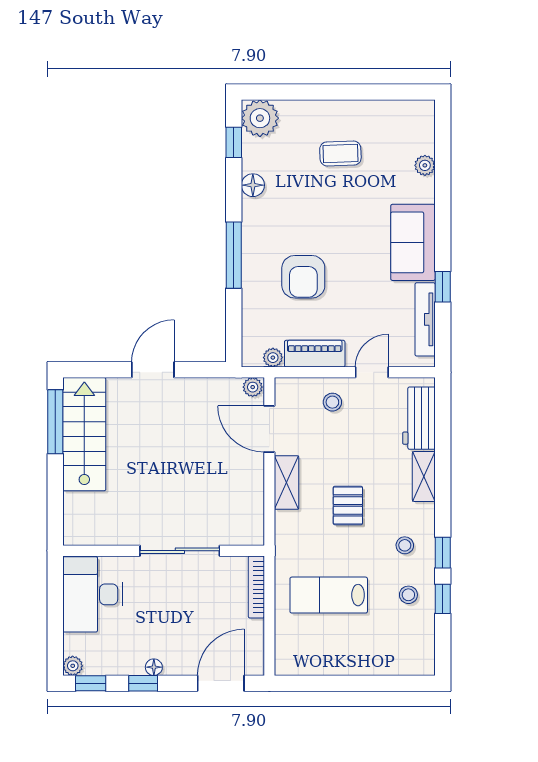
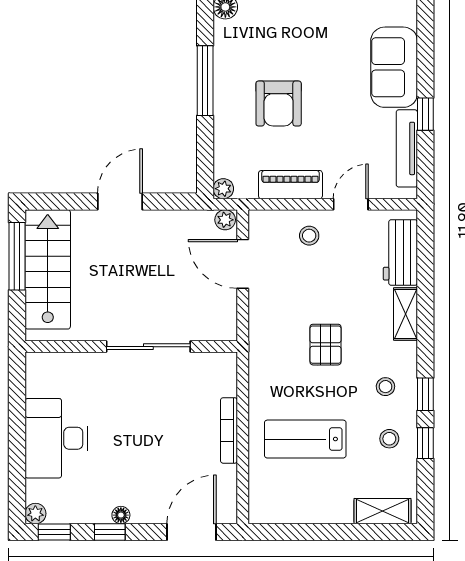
plant: (273, 358) -> (223, 189), moved
shelving: (287, 483) -> (383, 511), moved, turned 90
wall: (164, 551) -> (131, 347), moved
sliding door: (180, 551) -> (148, 347), moved

